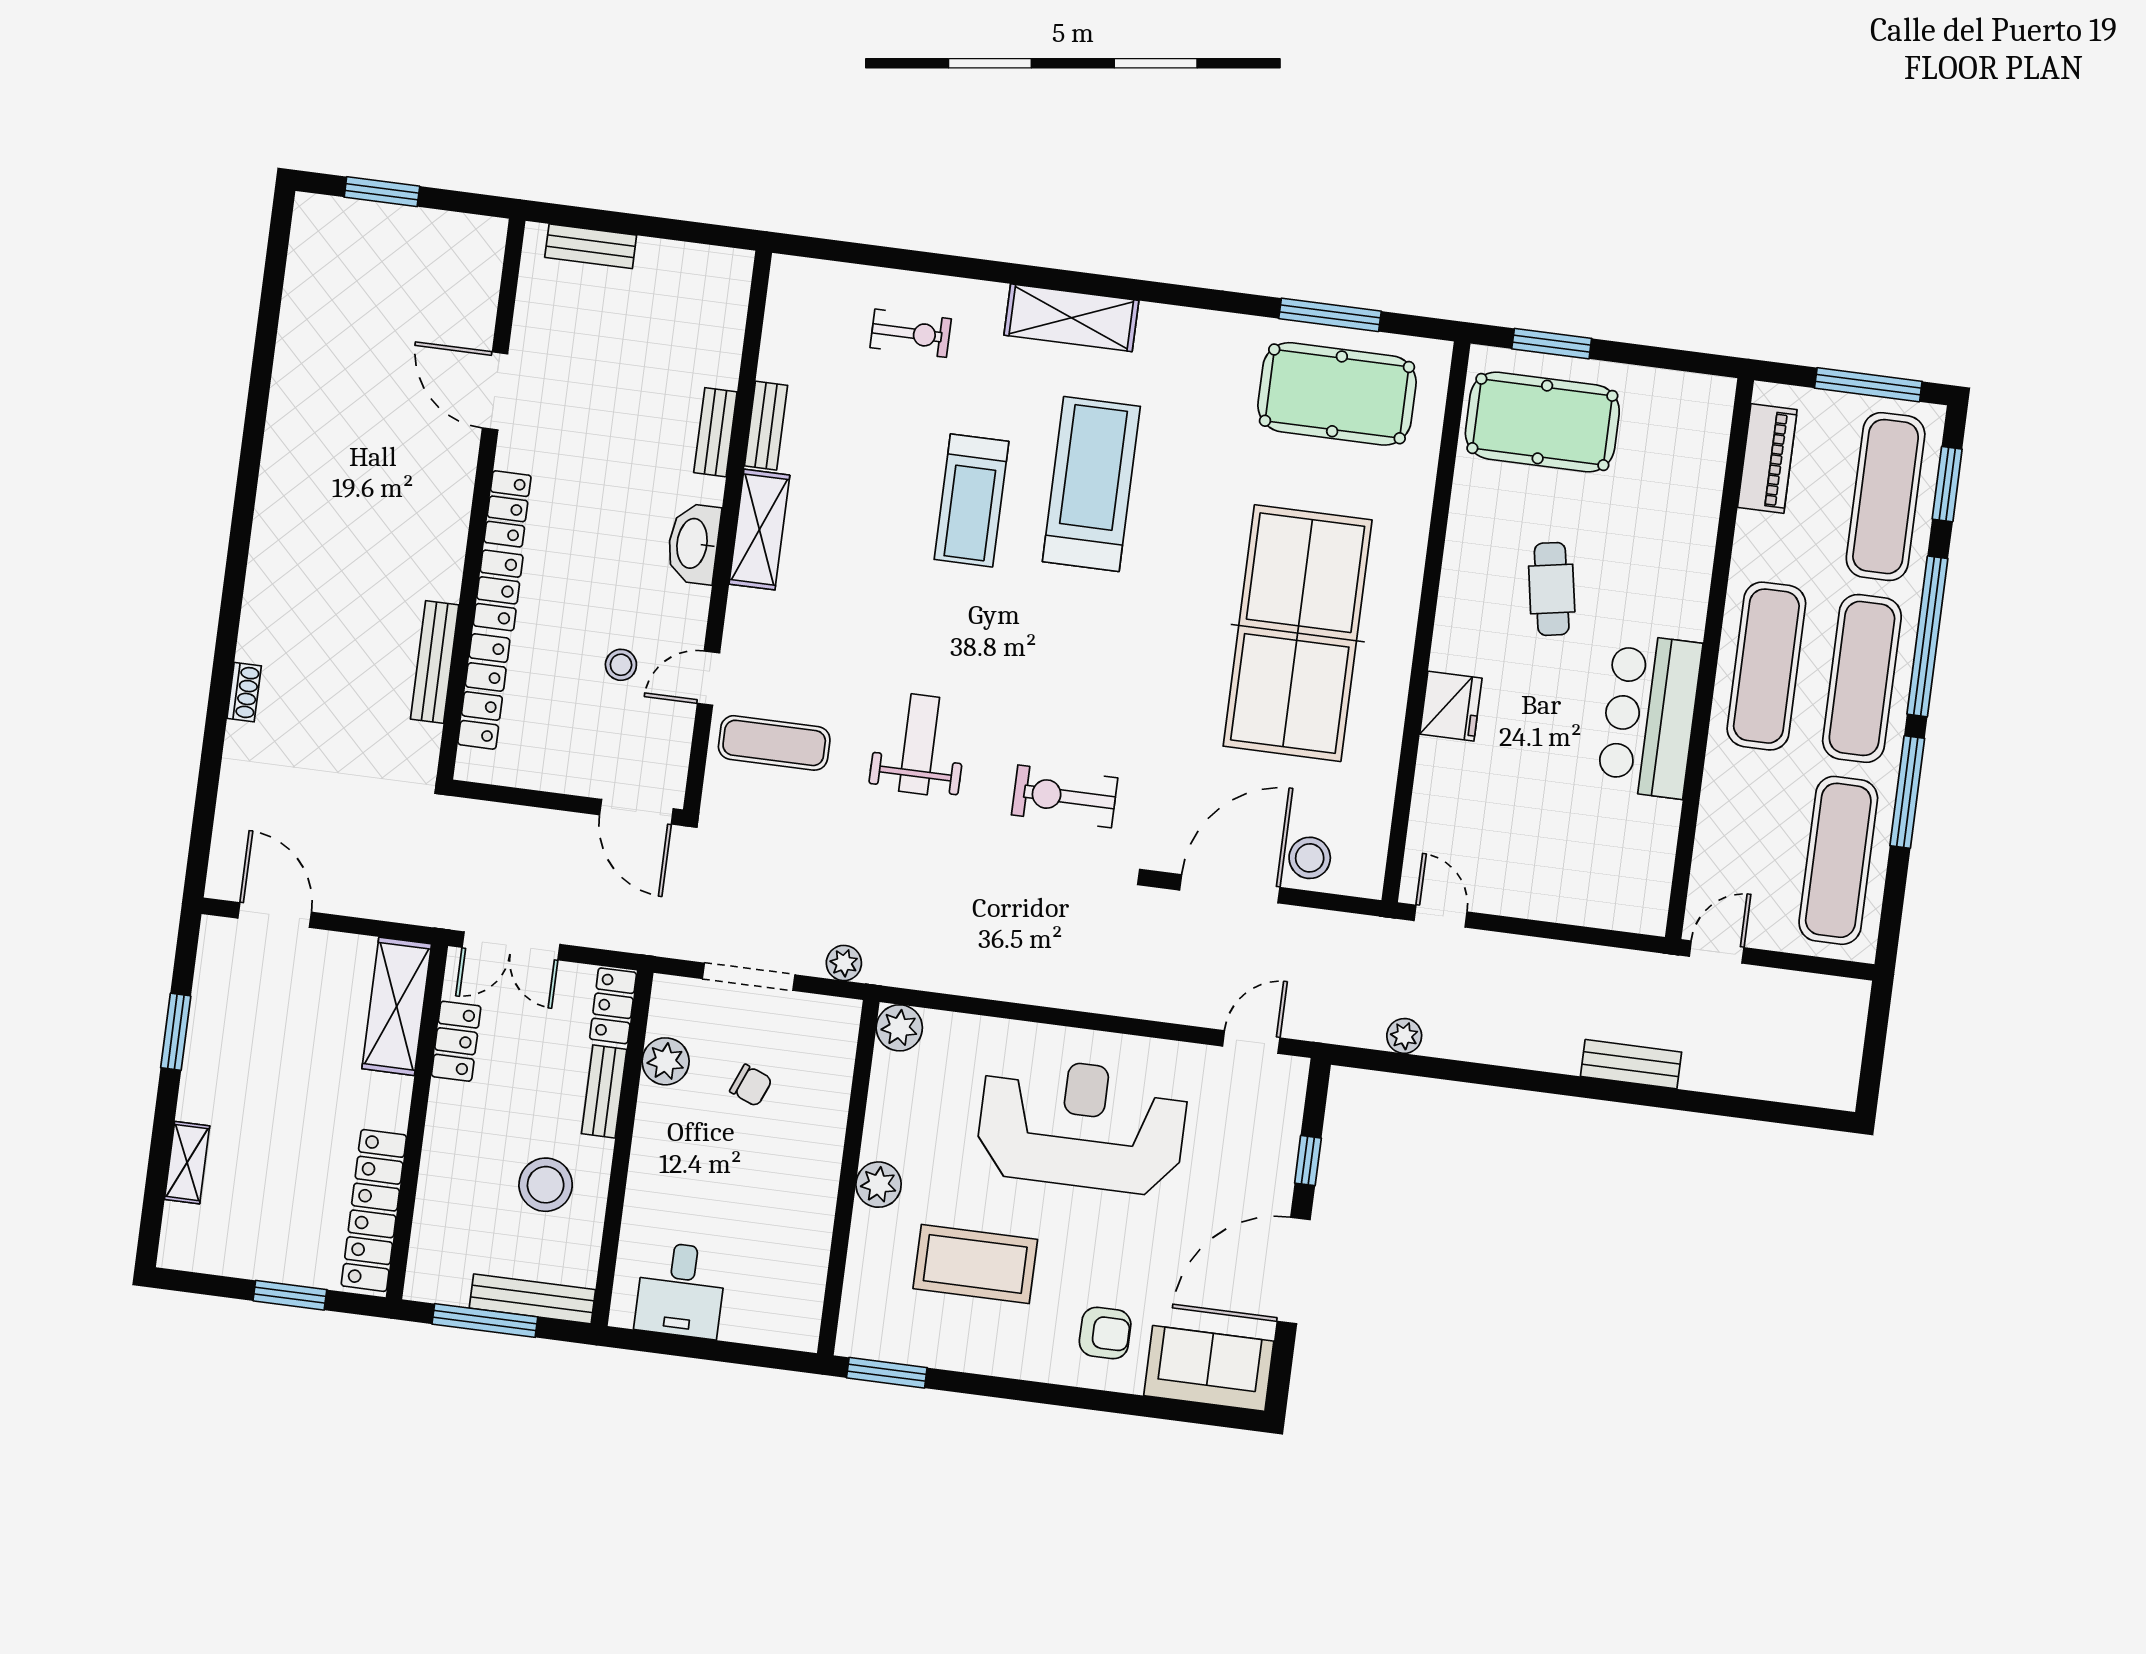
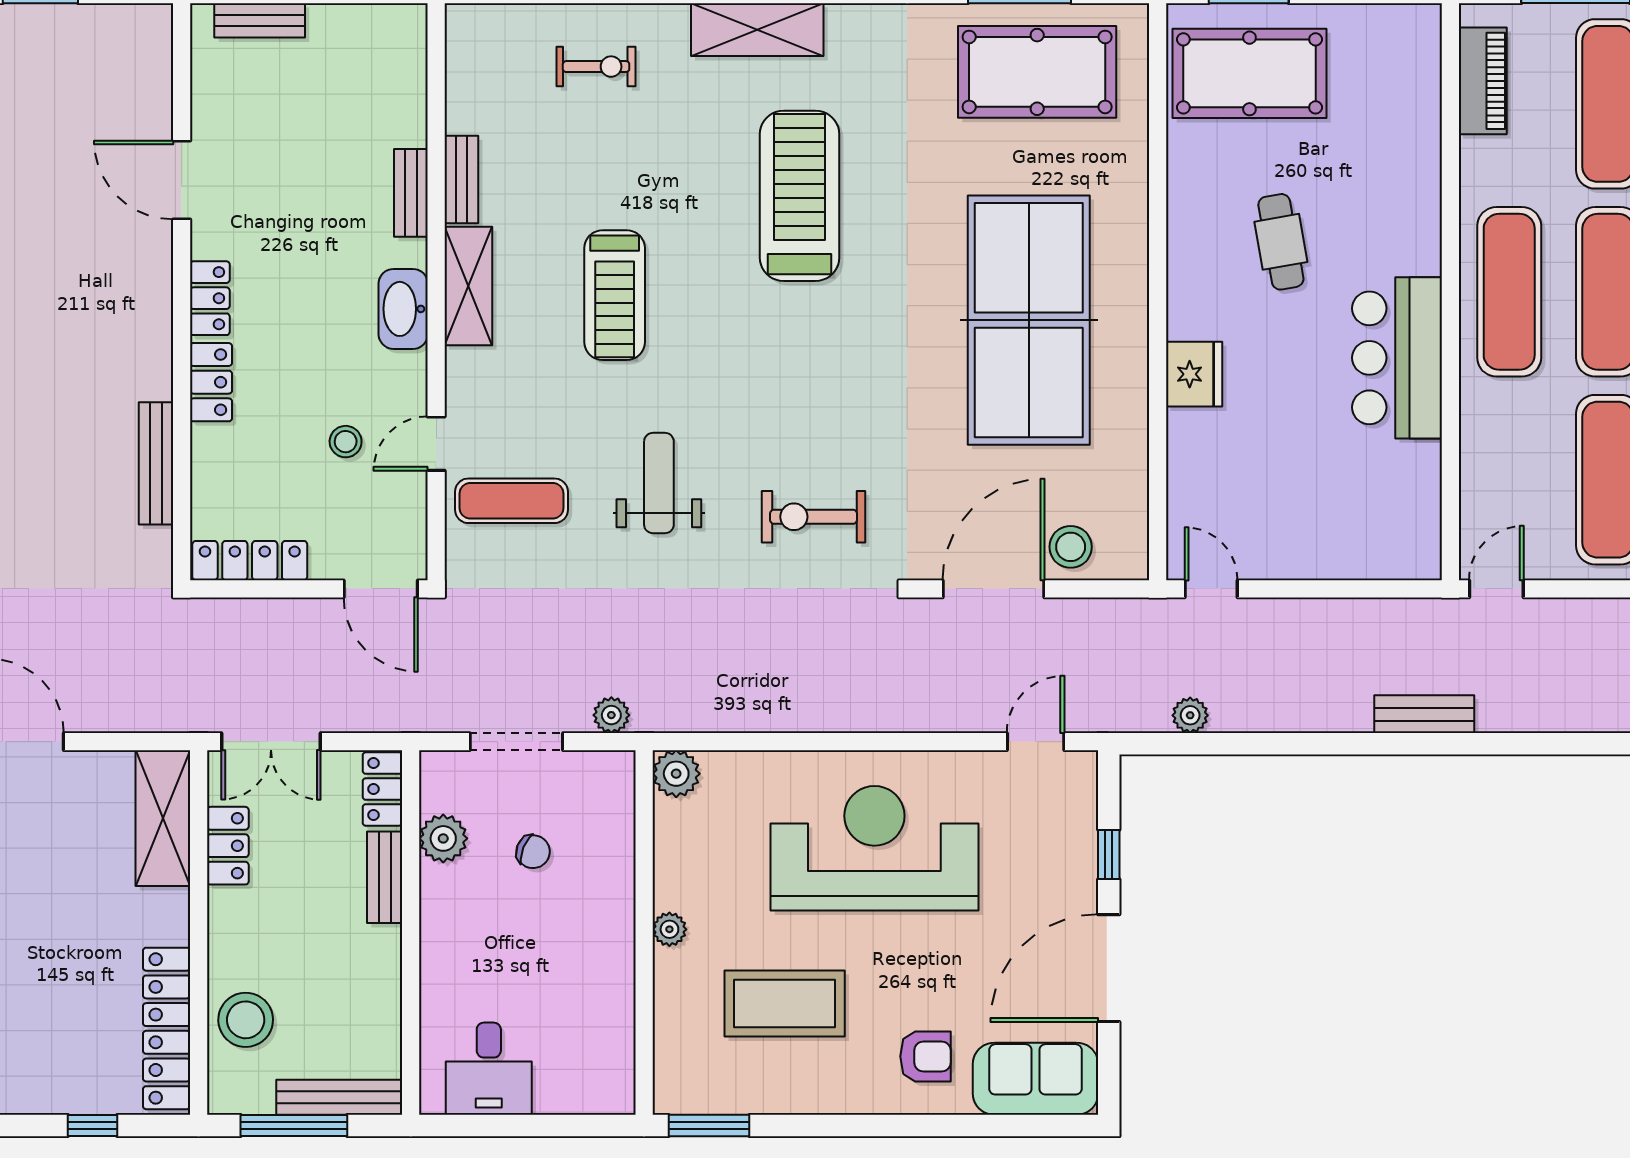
treadmill: (971, 500) -> (615, 295), moved
locker: (484, 691) -> (250, 561), moved, turned -90
stool: (546, 1185) -> (246, 1020), moved
plant: (879, 1185) -> (669, 929), width x0.73, depth x0.73
window: (290, 1295) -> (93, 1126), width x0.67

